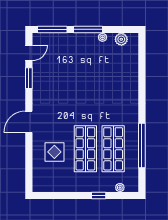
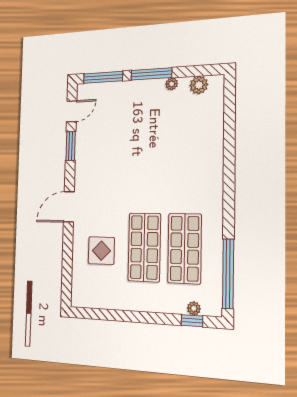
window: (142, 146) -> (228, 274), moved
window: (99, 195) -> (192, 321), moved

